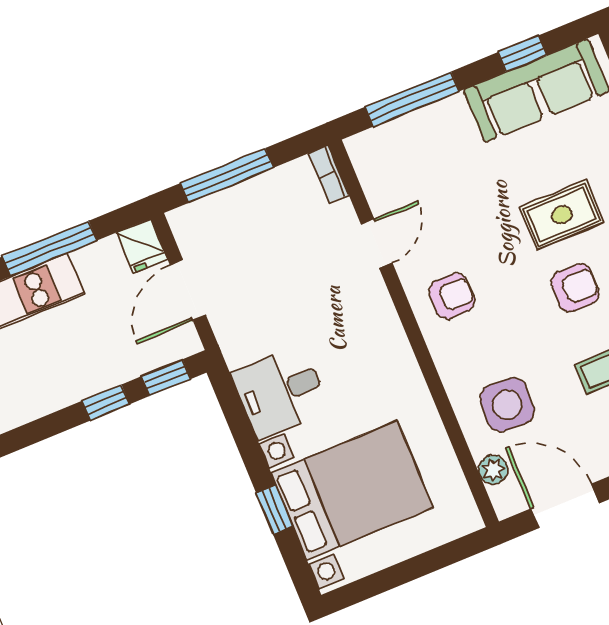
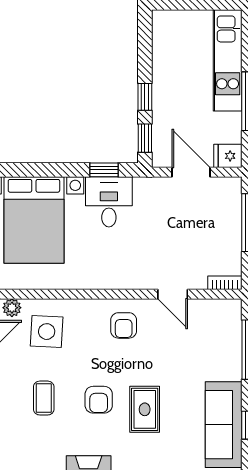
window: (275, 510) -> (104, 170), moved

